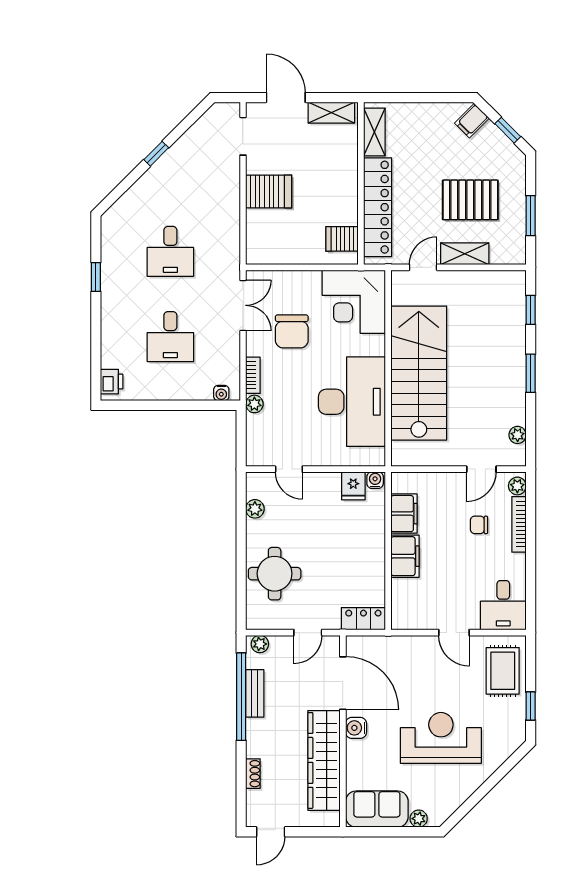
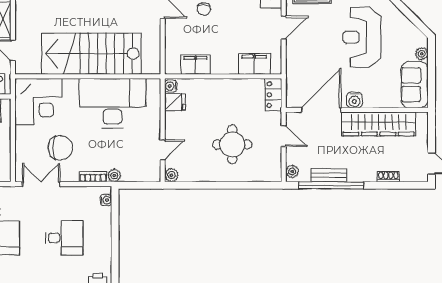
plant: (255, 509) -> (171, 175), moved
filing cabinet: (405, 556) -> (254, 64), moved
round table: (275, 574) -> (232, 144), moved

